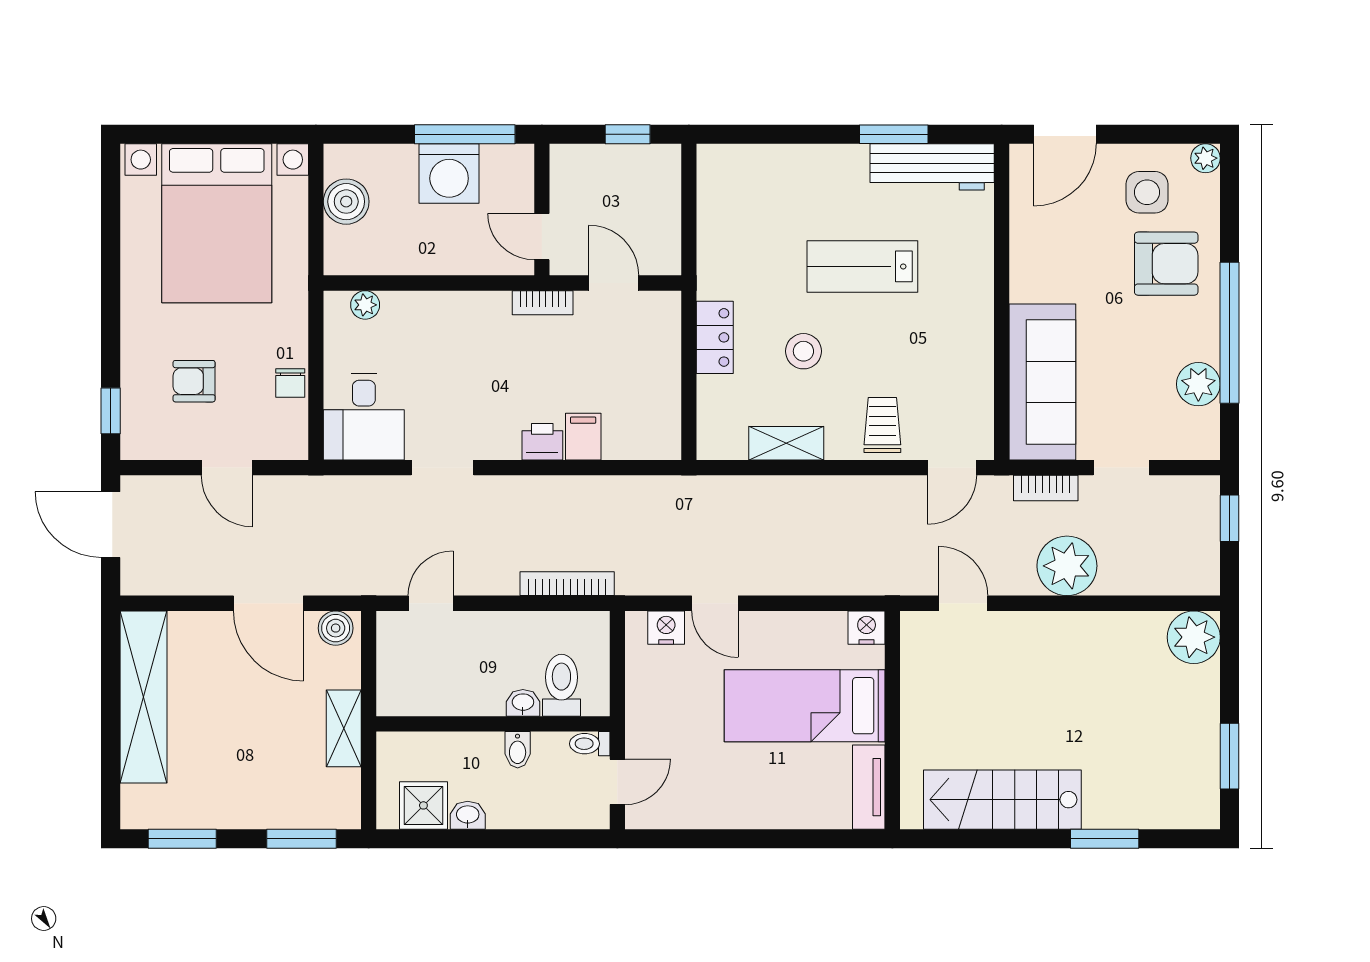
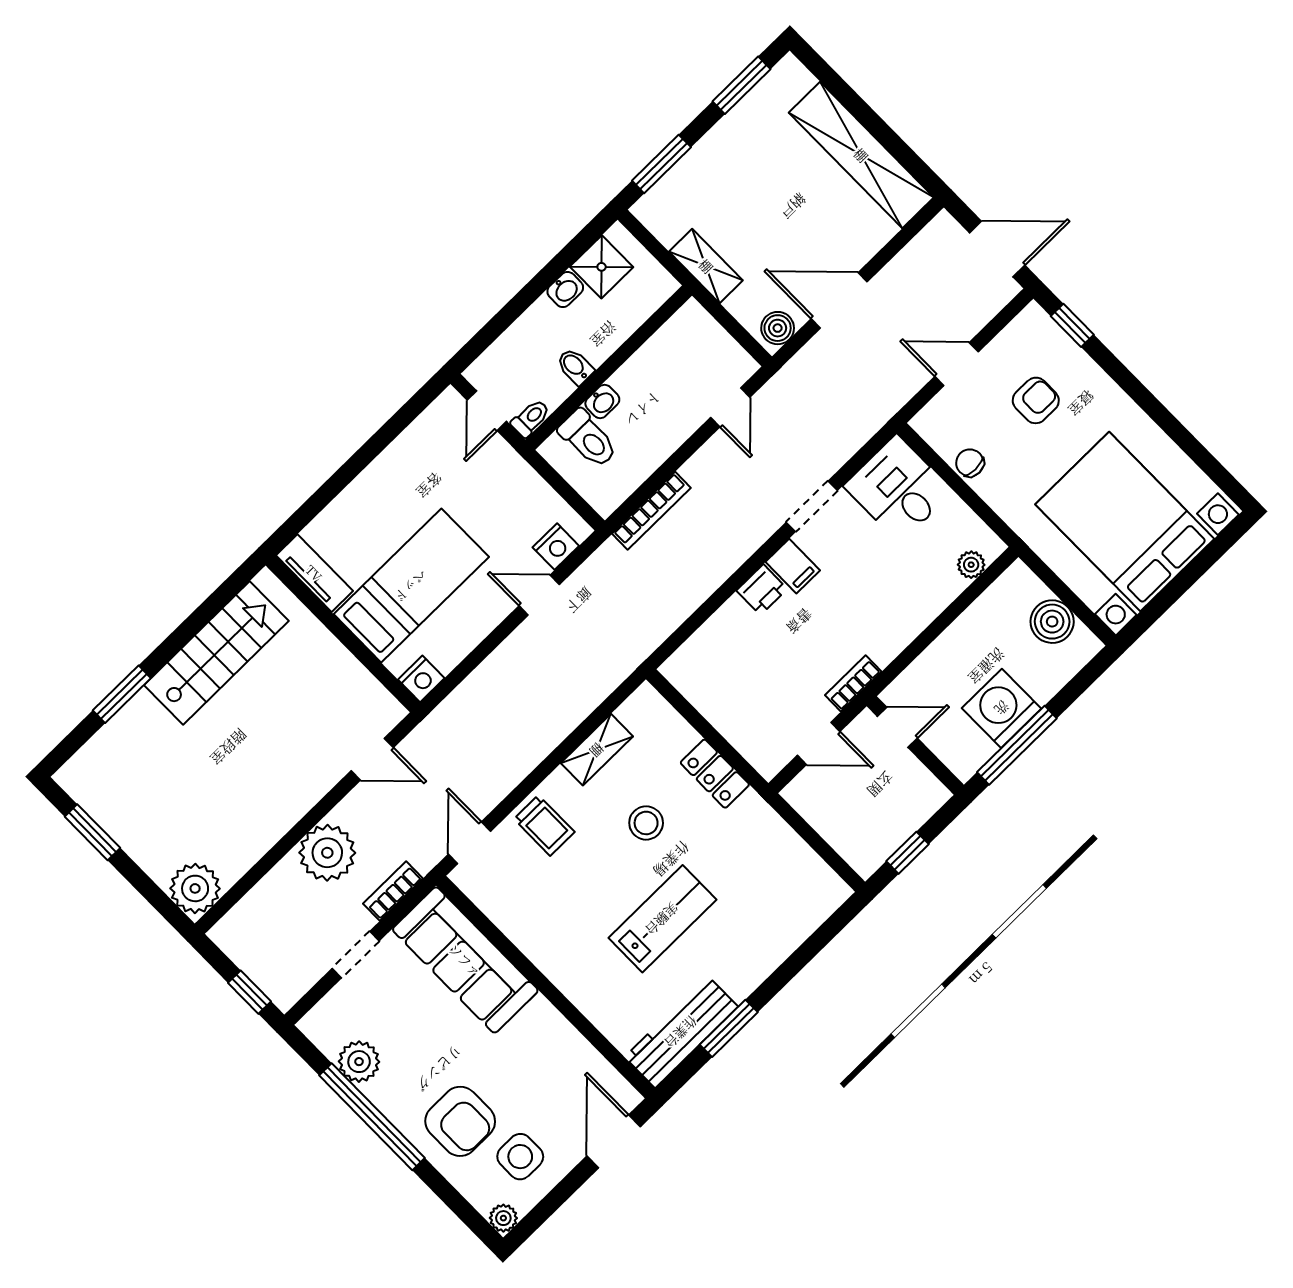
armchair: (1166, 264) -> (460, 1121), turned -90
filing cabinet: (583, 437) -> (793, 566), moved

